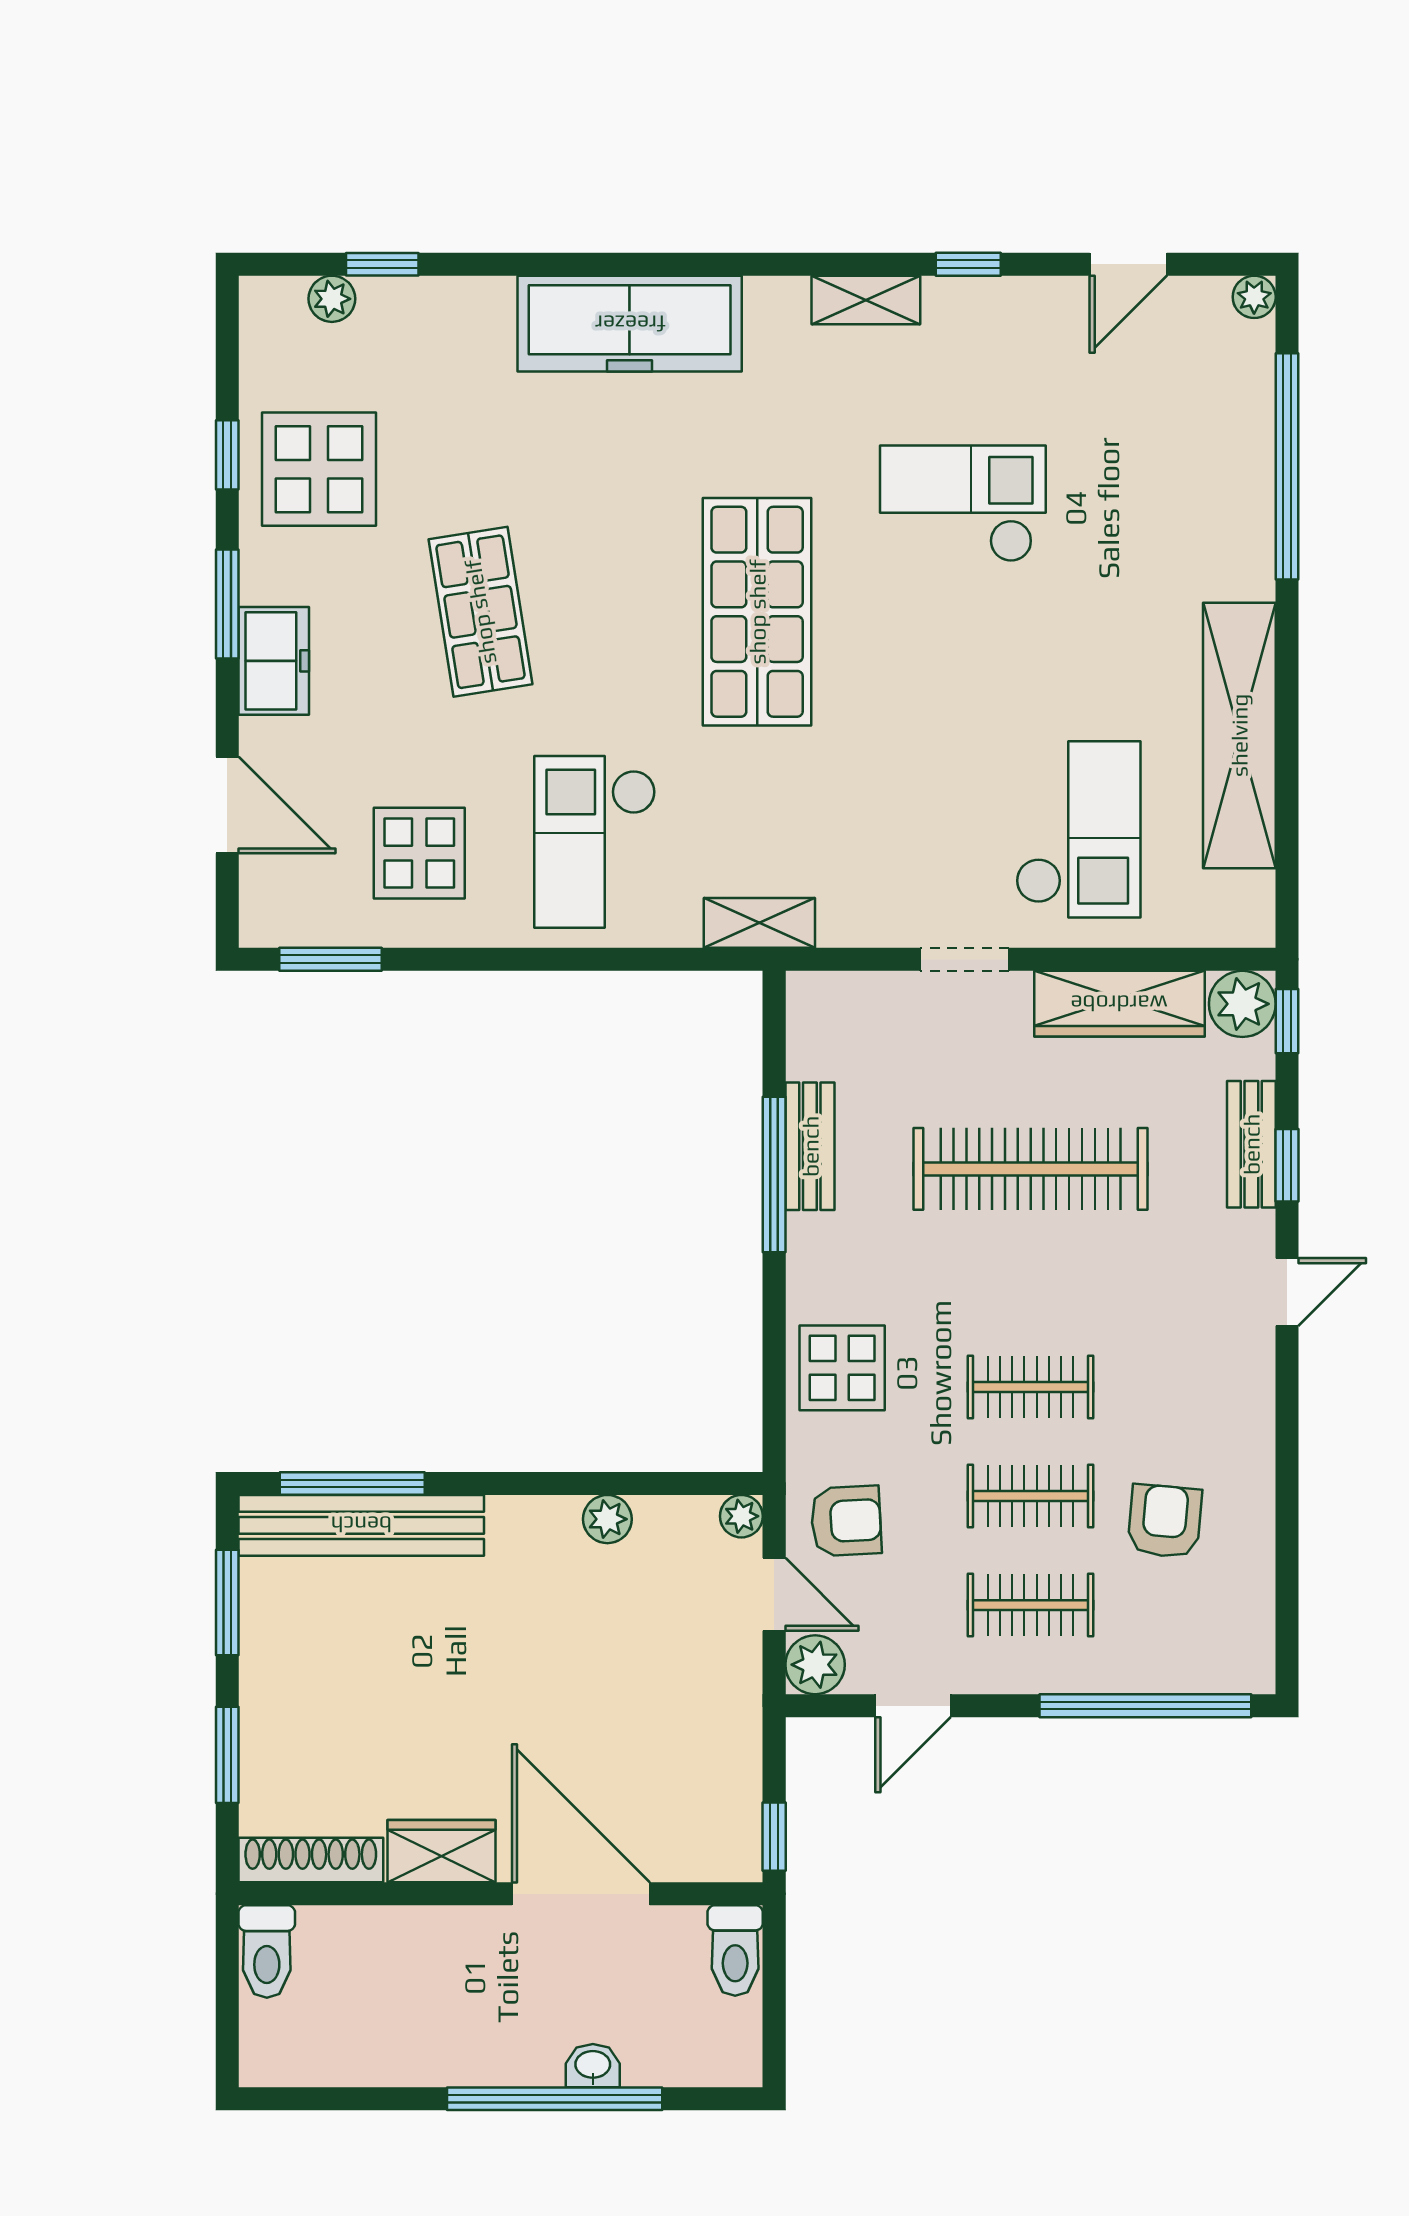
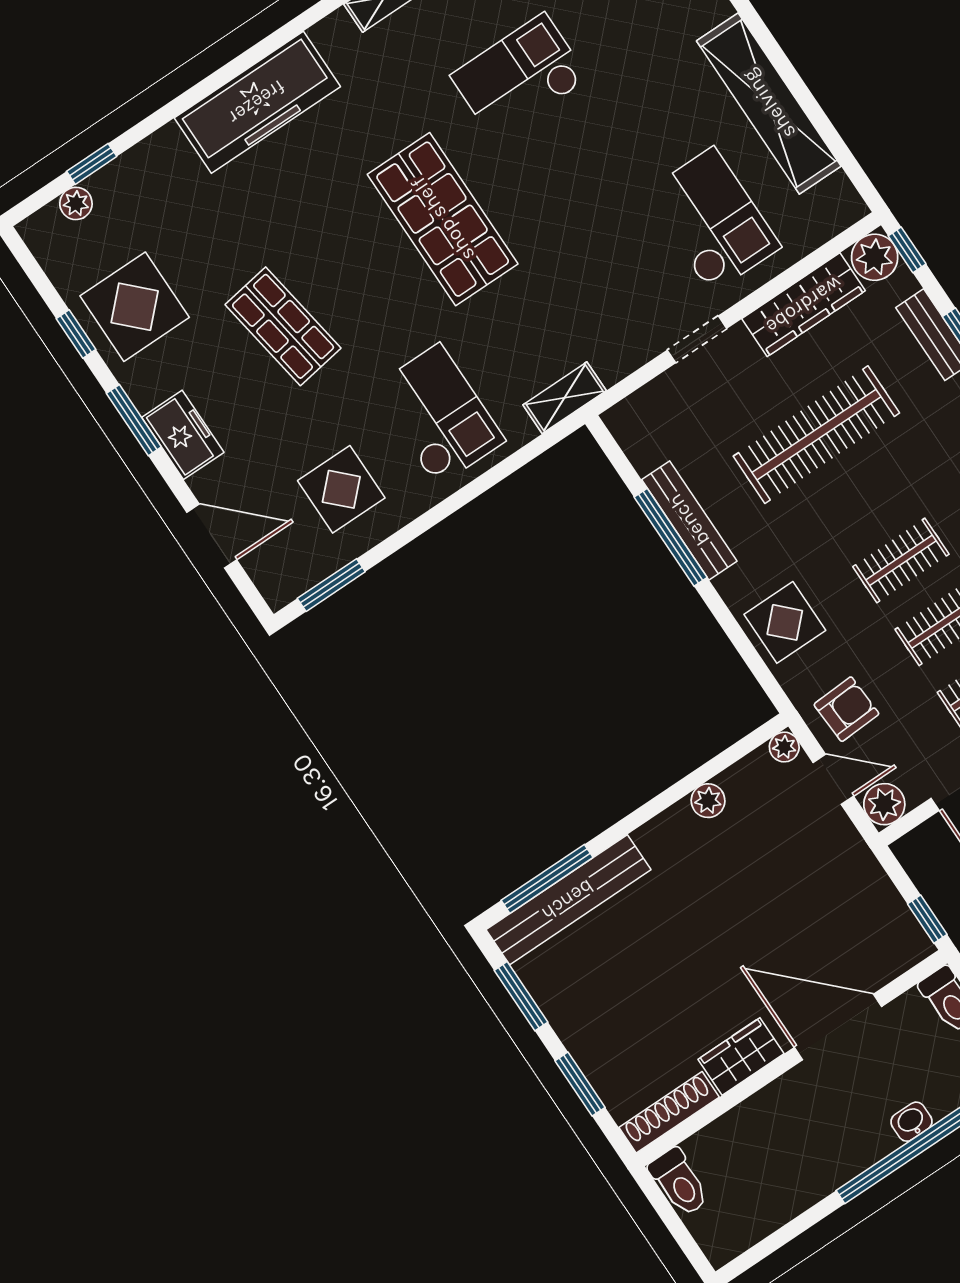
checkout: (595, 842) -> (438, 415), turned 180
bench: (810, 1146) -> (689, 520), width x1.36

